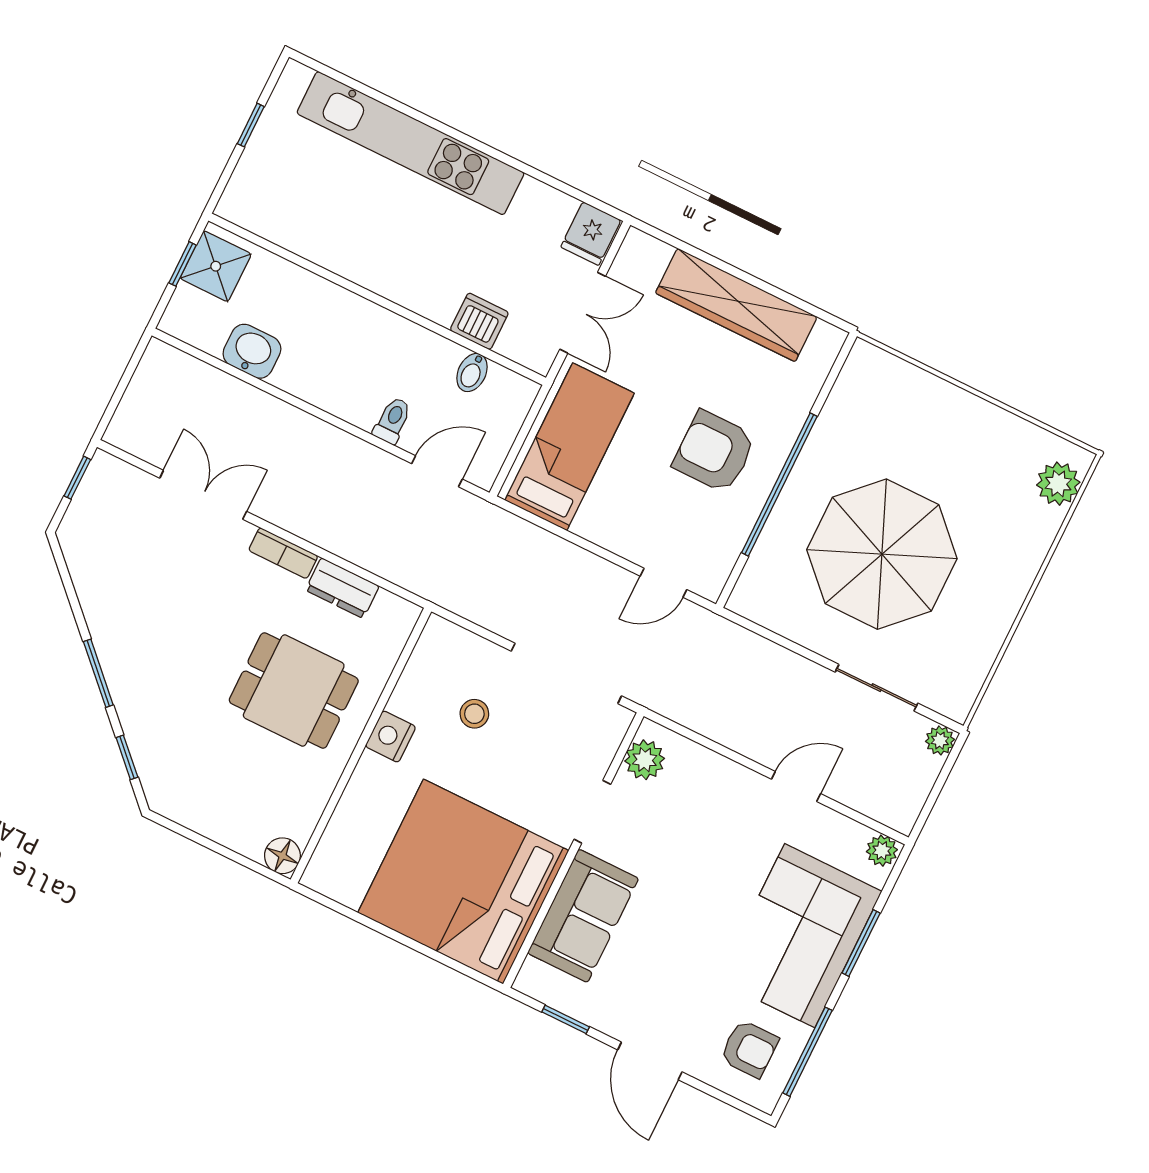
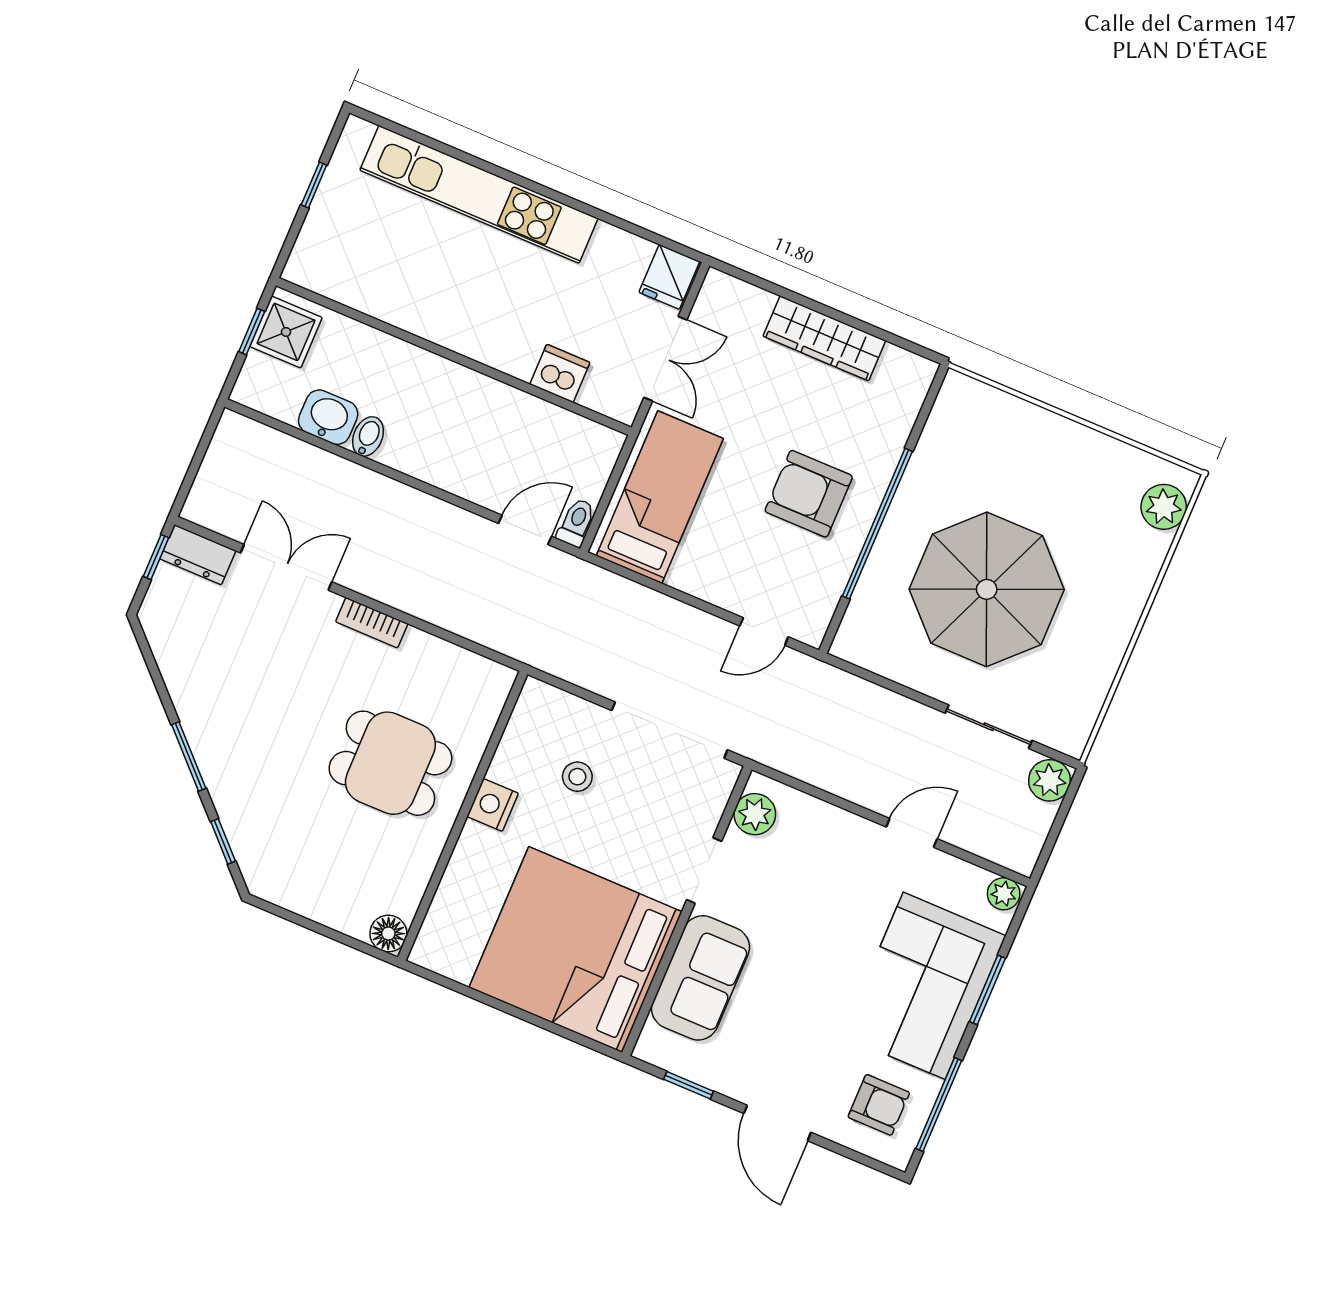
wardrobe: (736, 305) -> (824, 338), width x0.71, depth x0.85
bidet: (472, 373) -> (368, 436), moved, turned 180
toilet: (392, 420) -> (576, 523), moved
dresser: (342, 588) -> (198, 555), moved
plant: (940, 740) -> (1050, 780), width x1.38, depth x1.38

